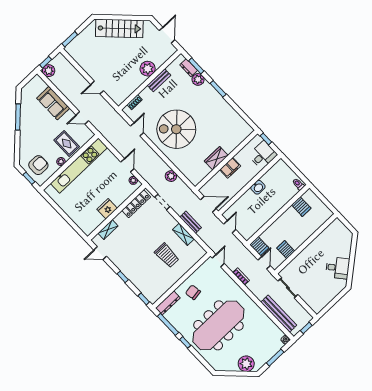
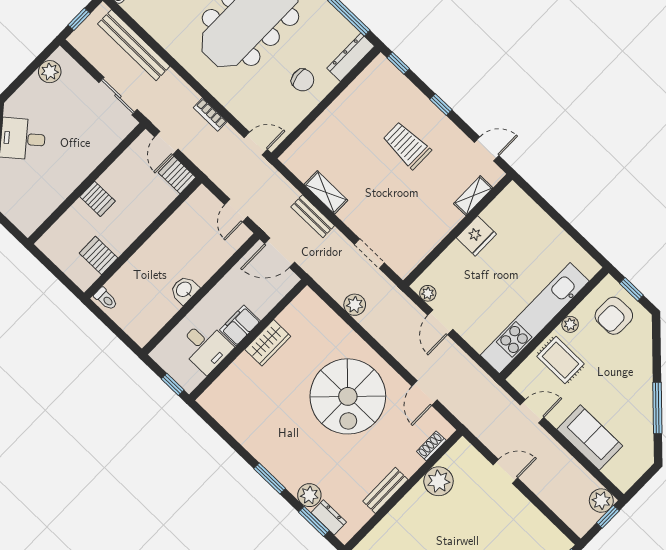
plant: (148, 69) -> (439, 481), moved
spiral stairs: (176, 129) -> (348, 396), turned 90
desk: (263, 155) -> (205, 347), moved, turned -90
locker: (136, 204) -> (420, 248), removed
server rack: (286, 250) -> (98, 199), moved
trolley: (167, 255) -> (407, 145), moved
door: (218, 261) -> (256, 143), swing flipped
plant: (322, 302) -> (50, 72), added

